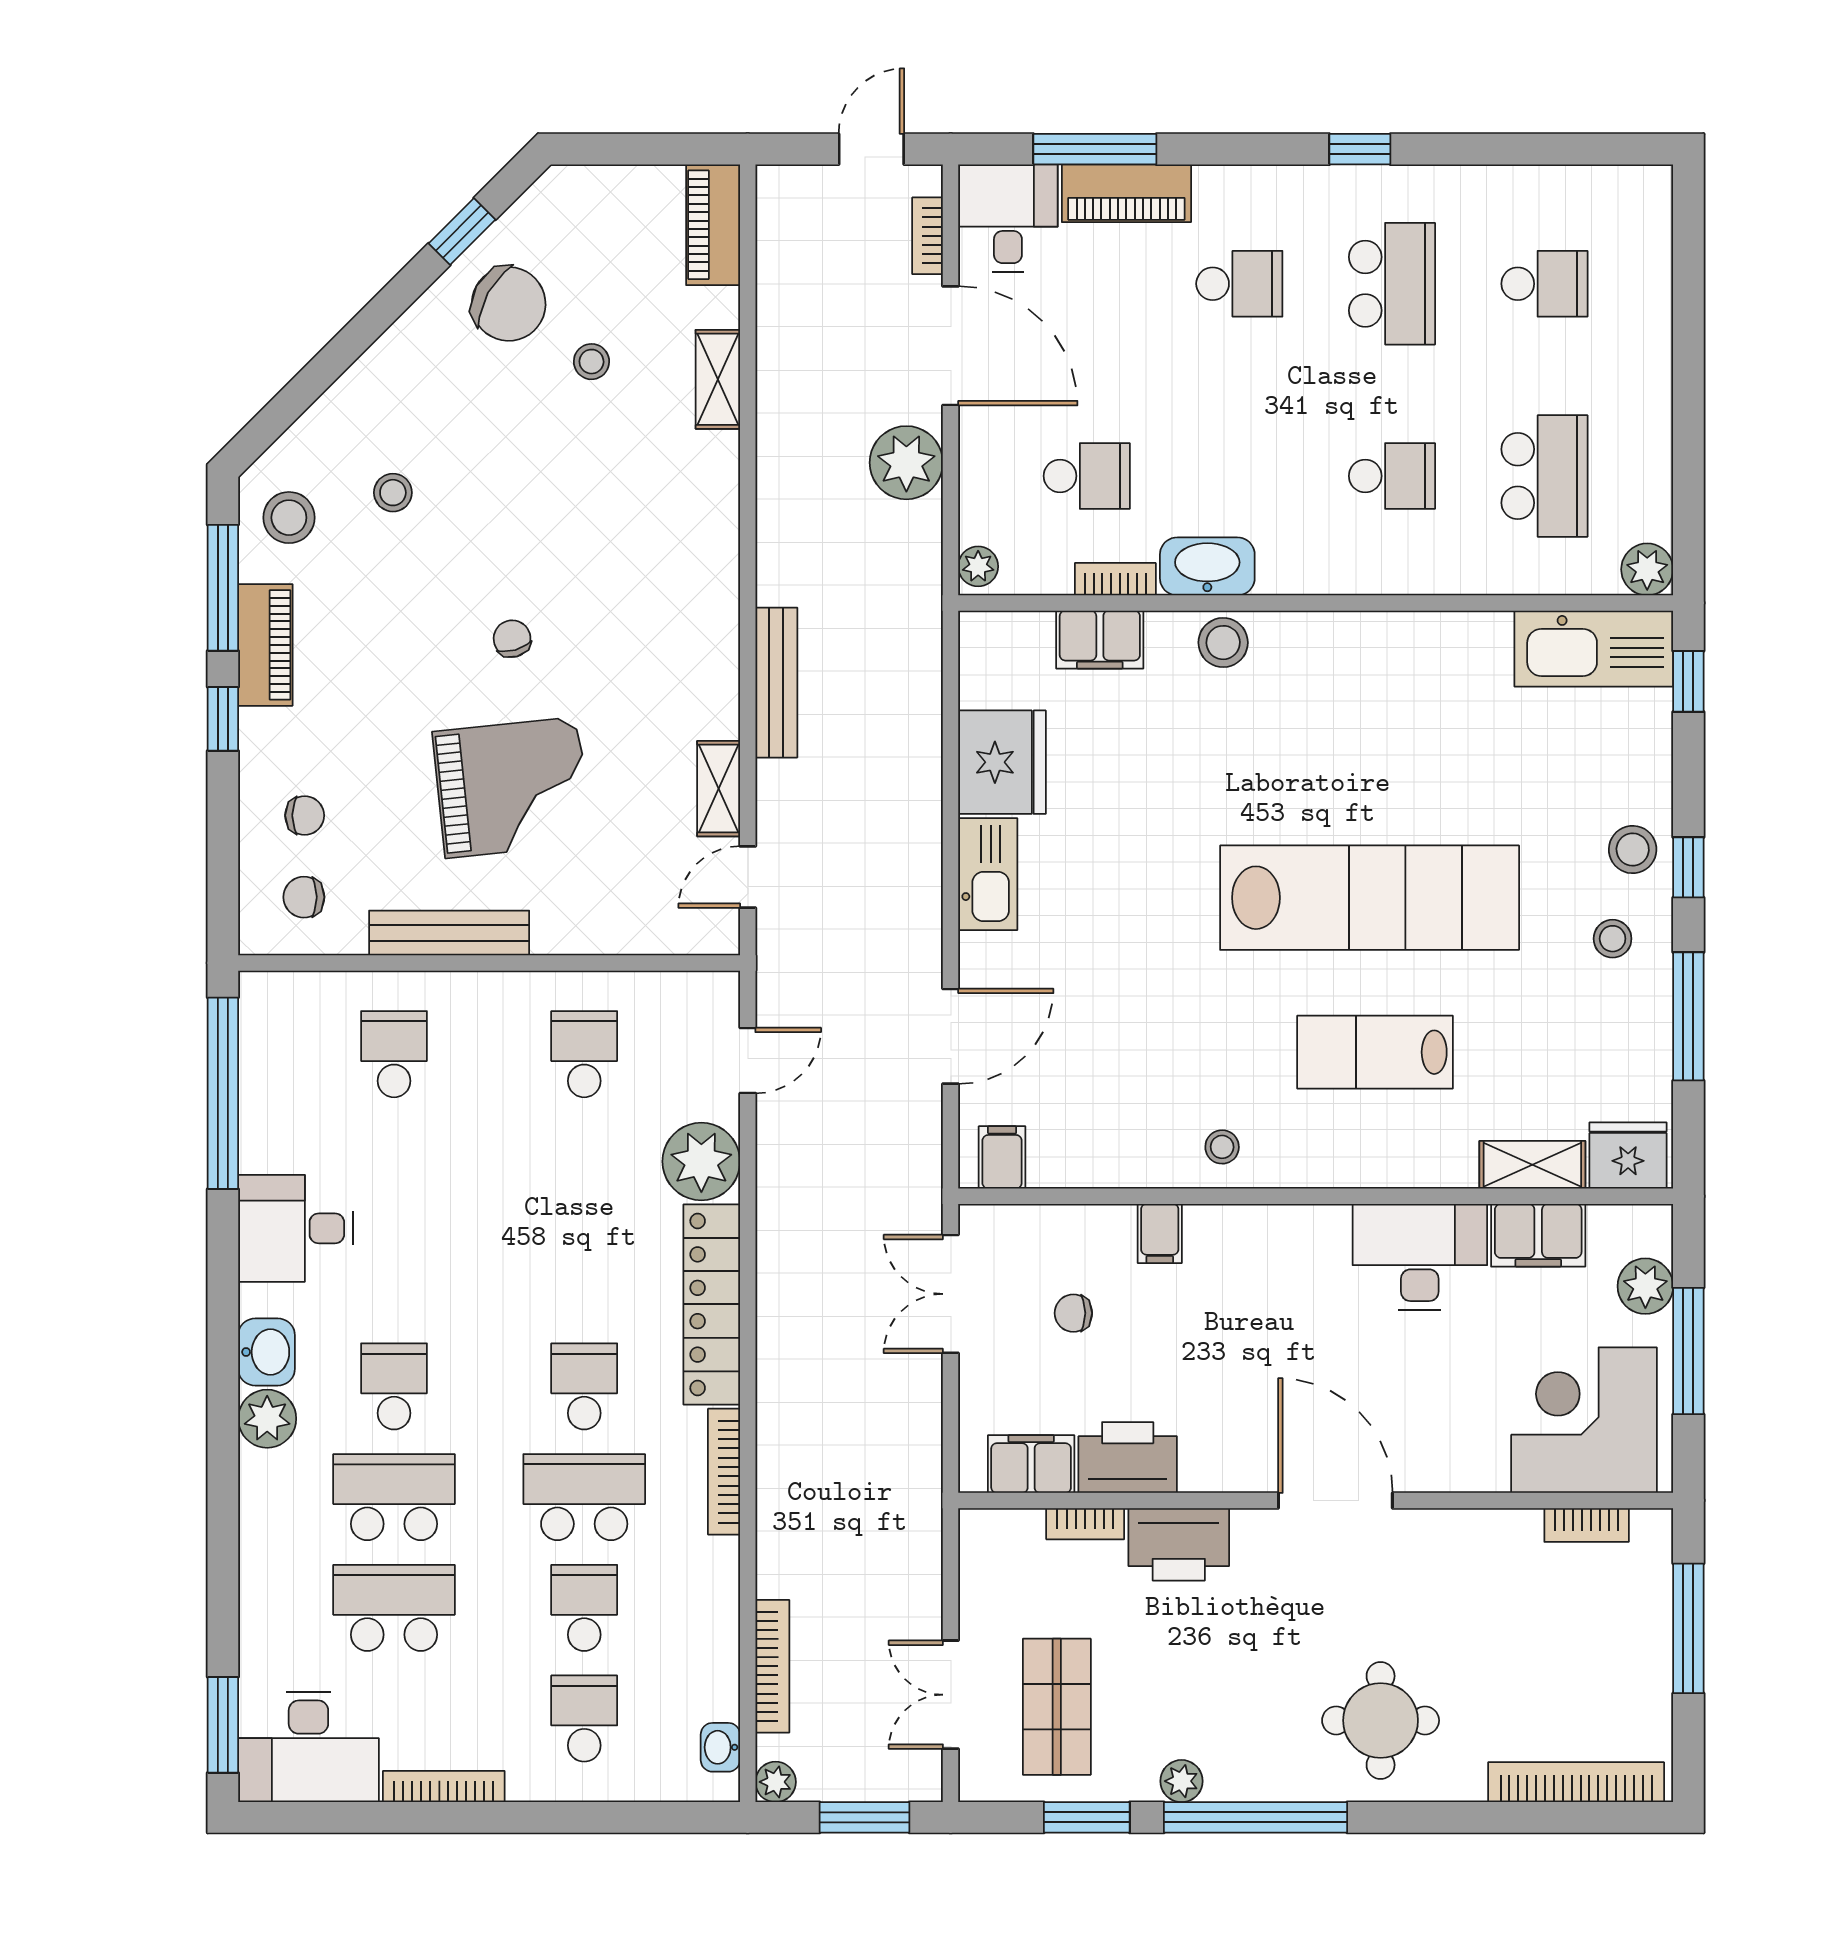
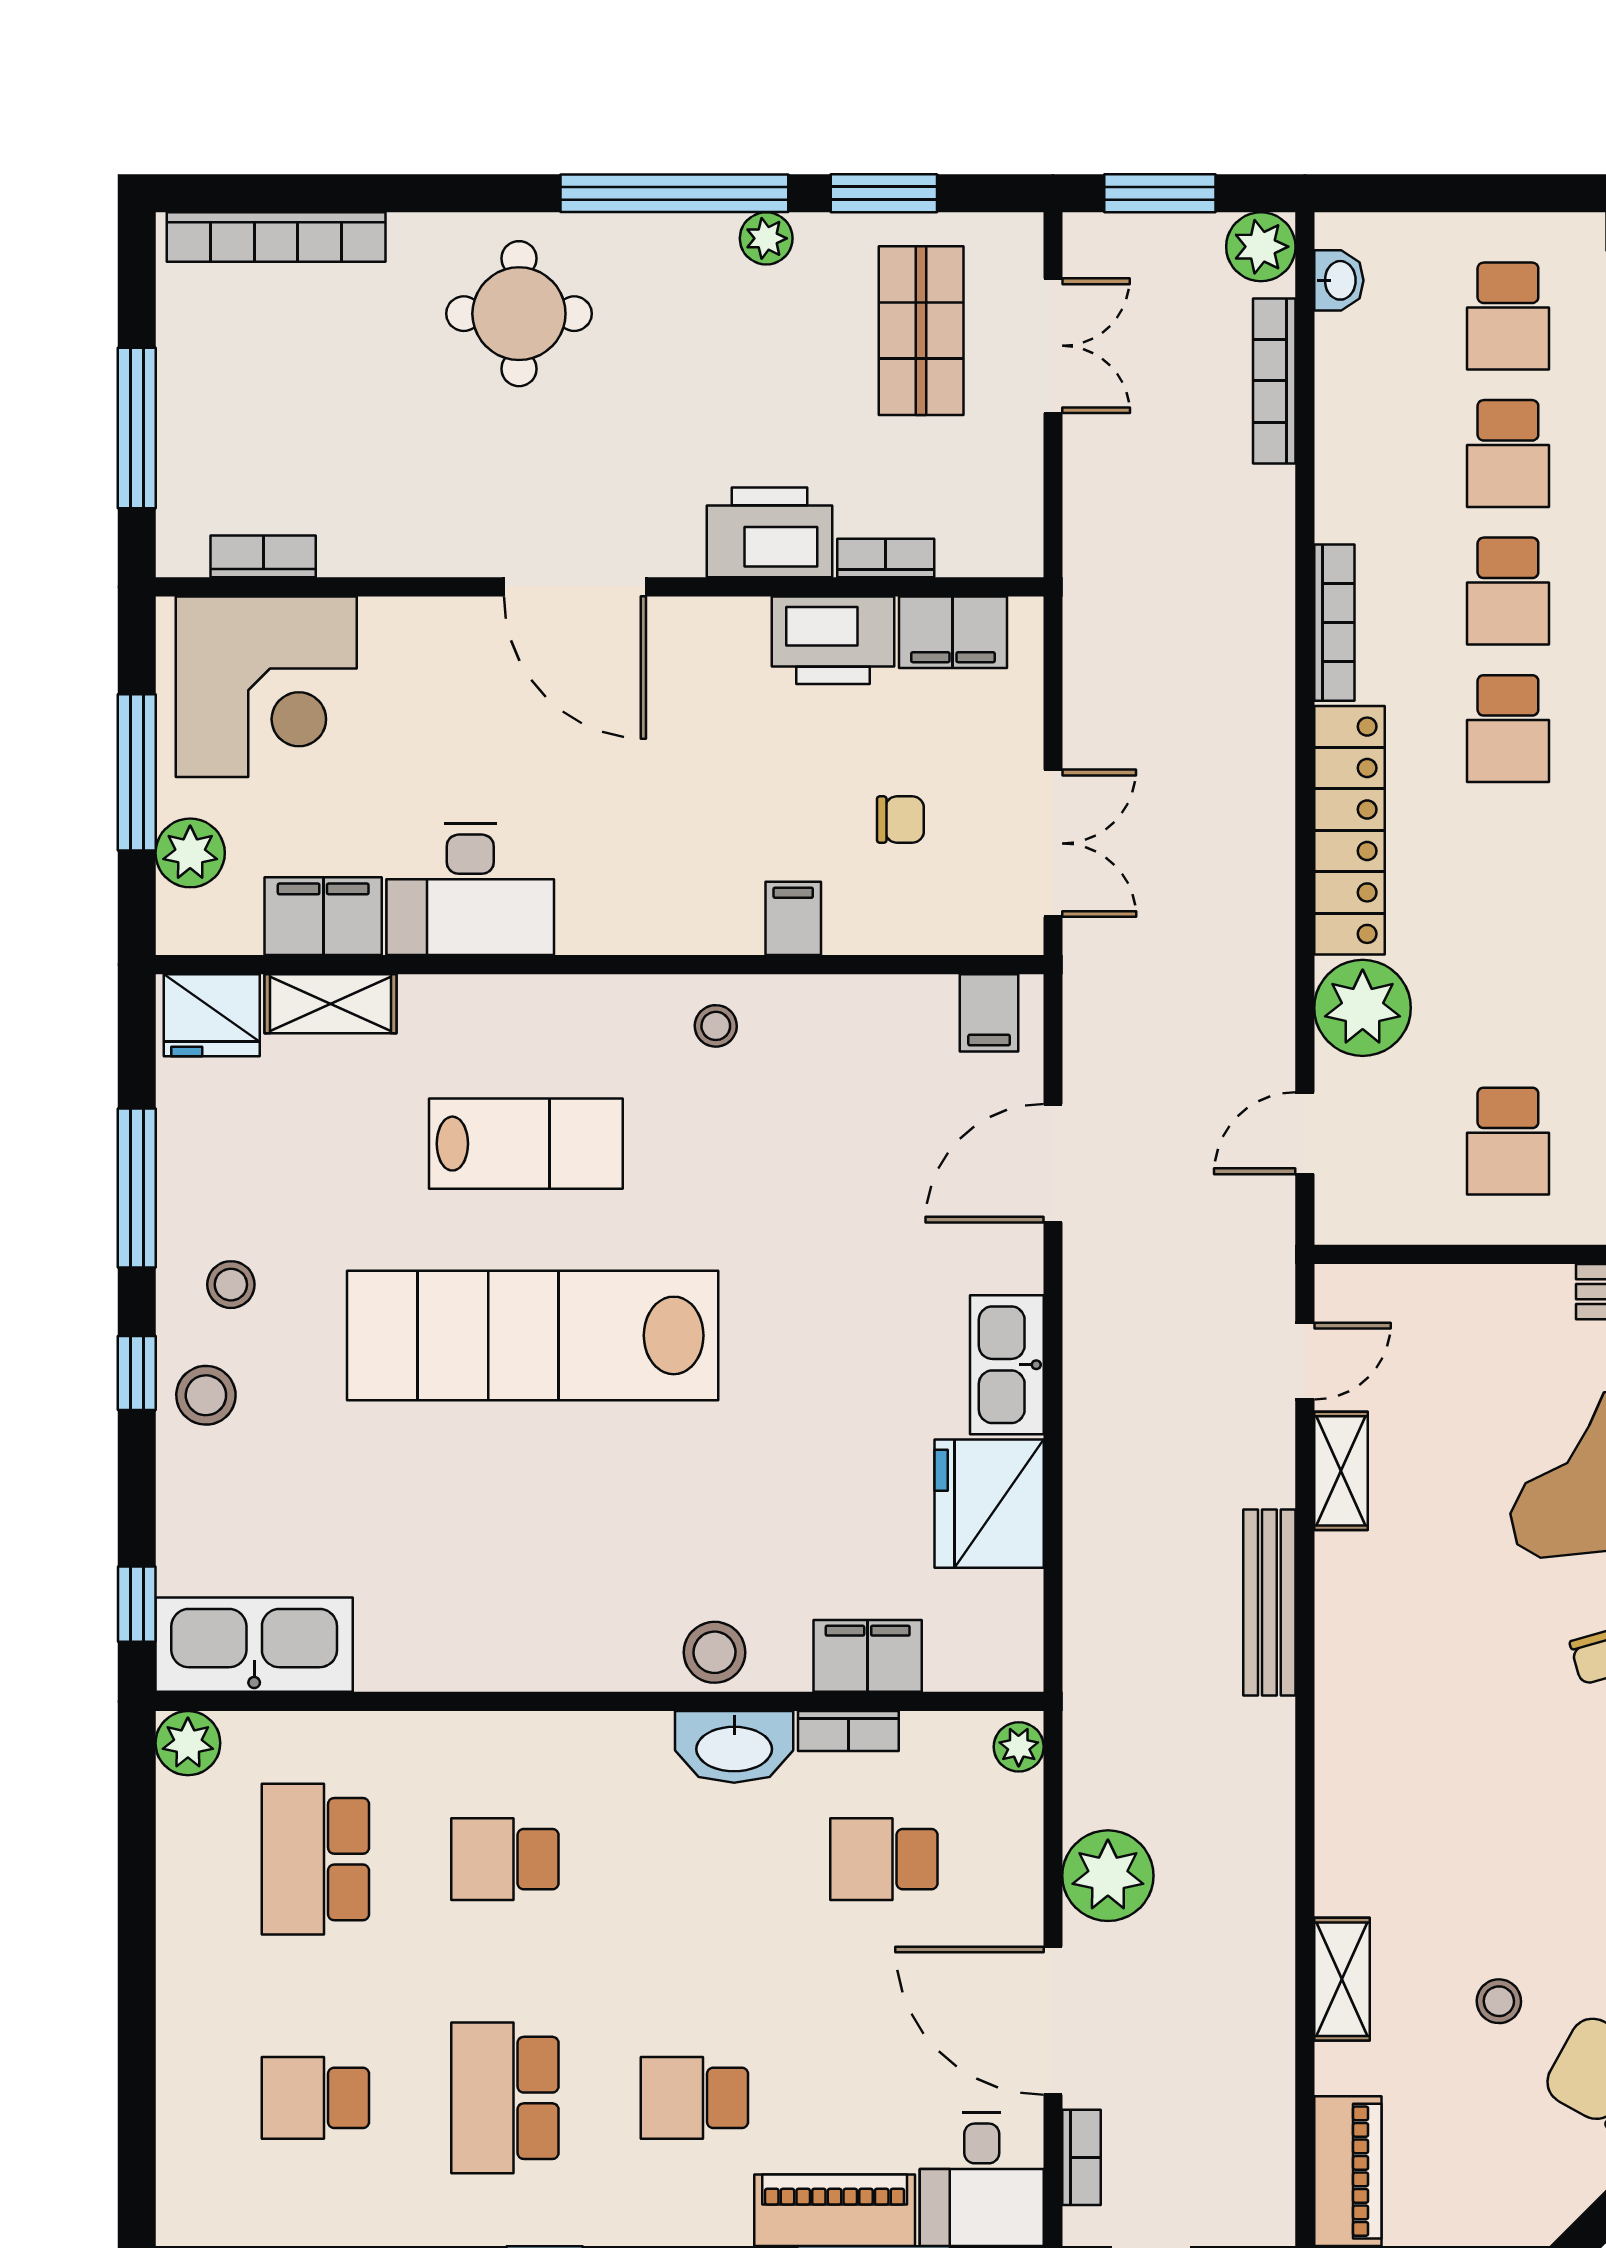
school desk: (584, 1497) -> (1508, 591), width x0.54
plant: (776, 1782) -> (1261, 247), width x1.38, depth x1.38

